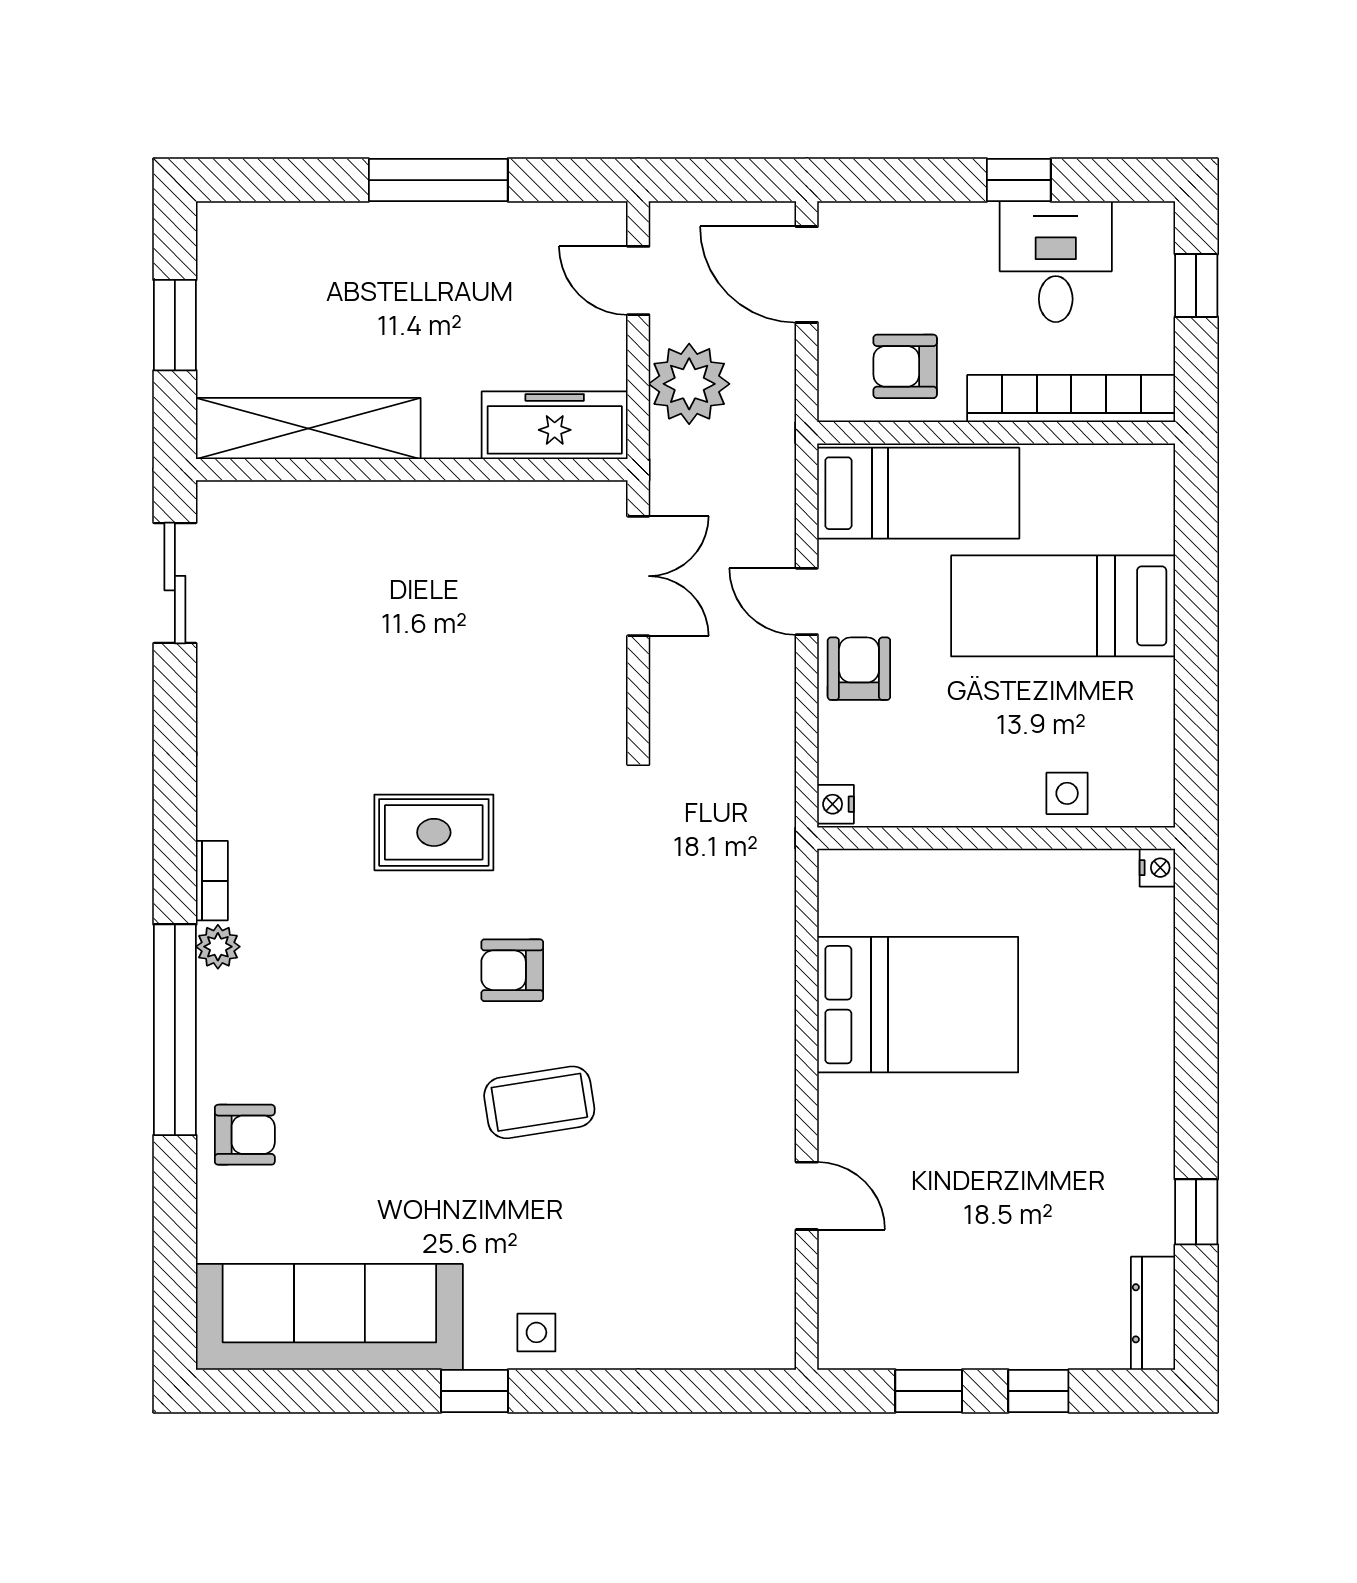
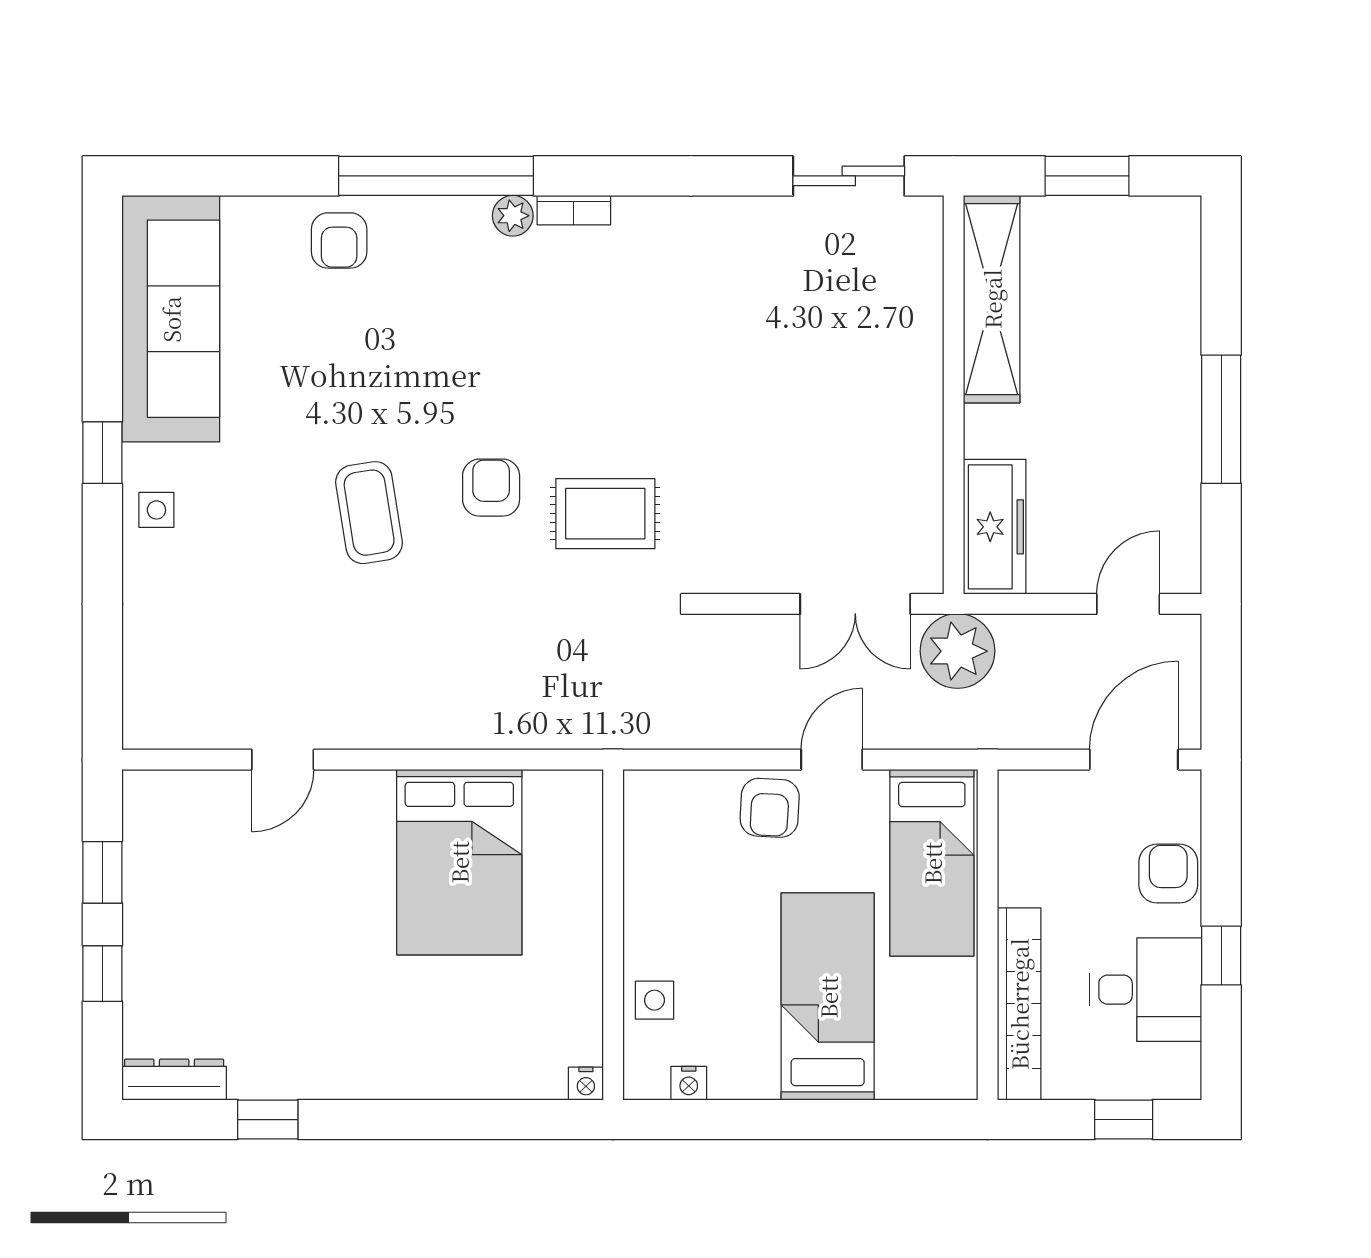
armchair: (905, 366) -> (1168, 874), moved
plant: (689, 384) -> (958, 651), moved
armchair: (859, 669) -> (770, 808), turned 93
nightstand: (836, 804) -> (689, 1083), moved, turned 180
rug: (434, 832) -> (605, 514), moved, turned 90

